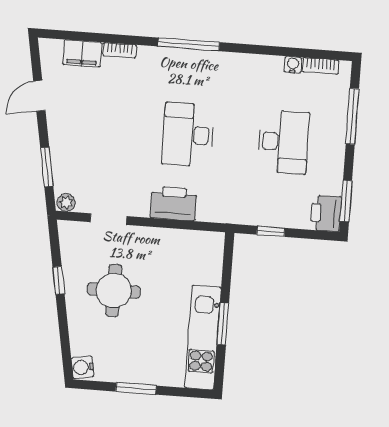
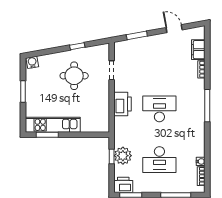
plant: (66, 203) -> (123, 156), moved, width x1.87, depth x1.87
window: (223, 324) -> (47, 135), moved

